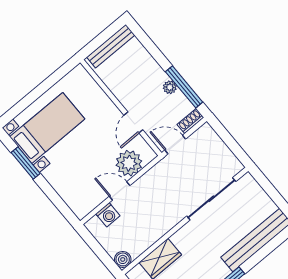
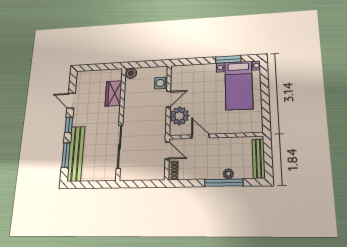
plant: (170, 87) -> (228, 174), moved
window: (184, 87) -> (224, 183), moved
door: (175, 144) -> (167, 151), hinge flipped
window: (266, 250) -> (66, 155), added

